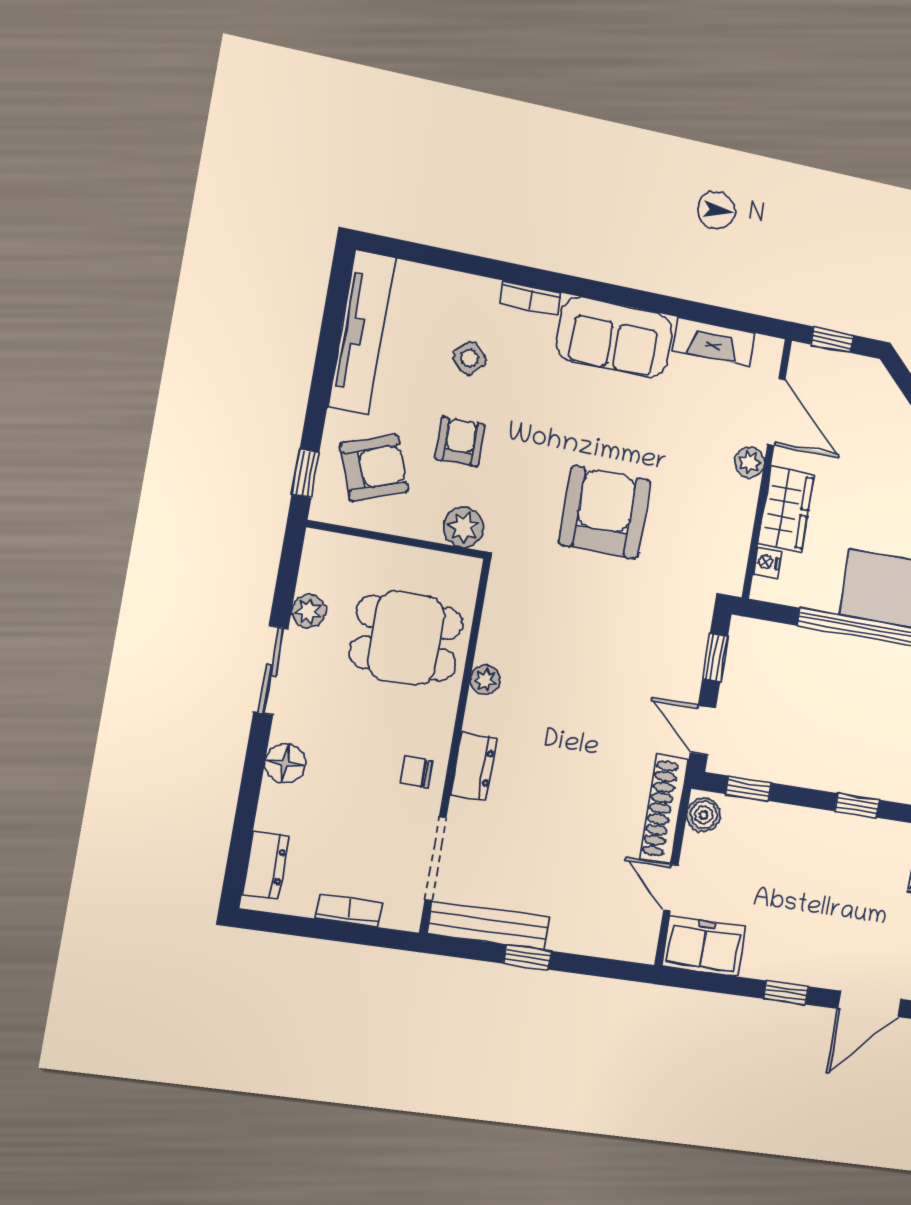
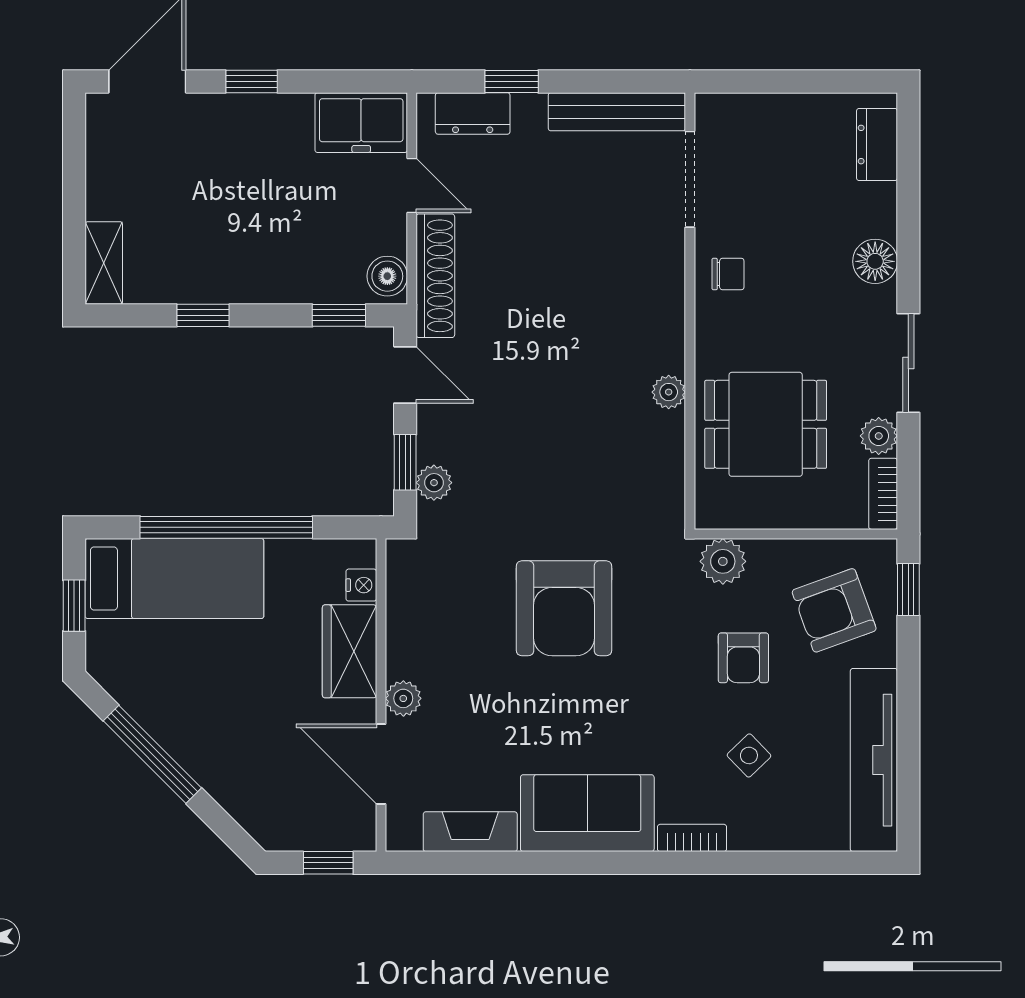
plant: (694, 637) -> (434, 483), added
dresser: (474, 766) -> (473, 113), moved, turned -90
bookcase: (349, 911) -> (883, 494), moved, turned 90
window: (527, 957) -> (512, 81), moved

